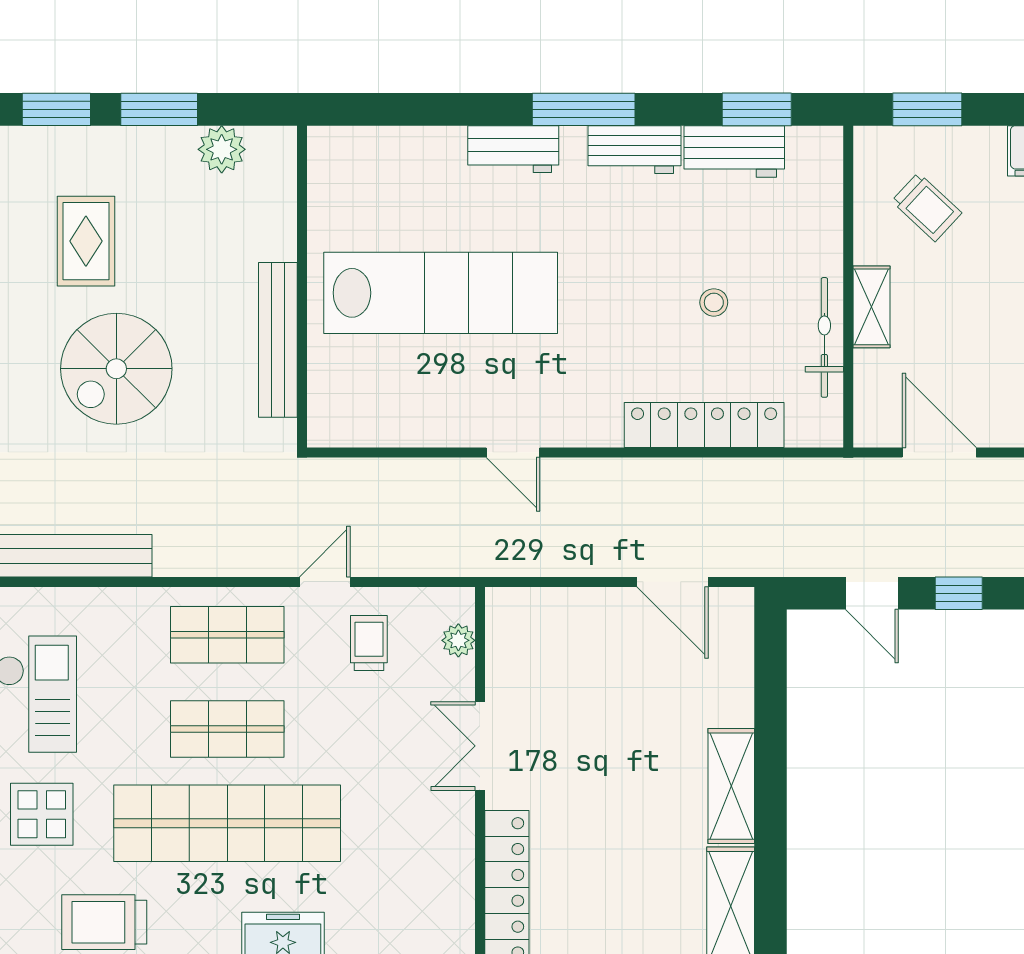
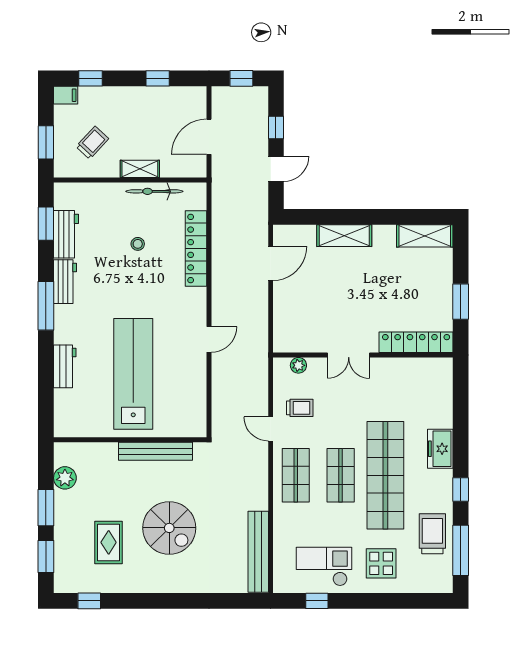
workbench: (513, 149) -> (65, 366), moved
rug: (86, 241) -> (109, 542), turned 90
trolley: (369, 643) -> (300, 408), turned 180
shelving: (731, 786) -> (344, 236), moved
trolley: (104, 922) -> (432, 534), turned 180

